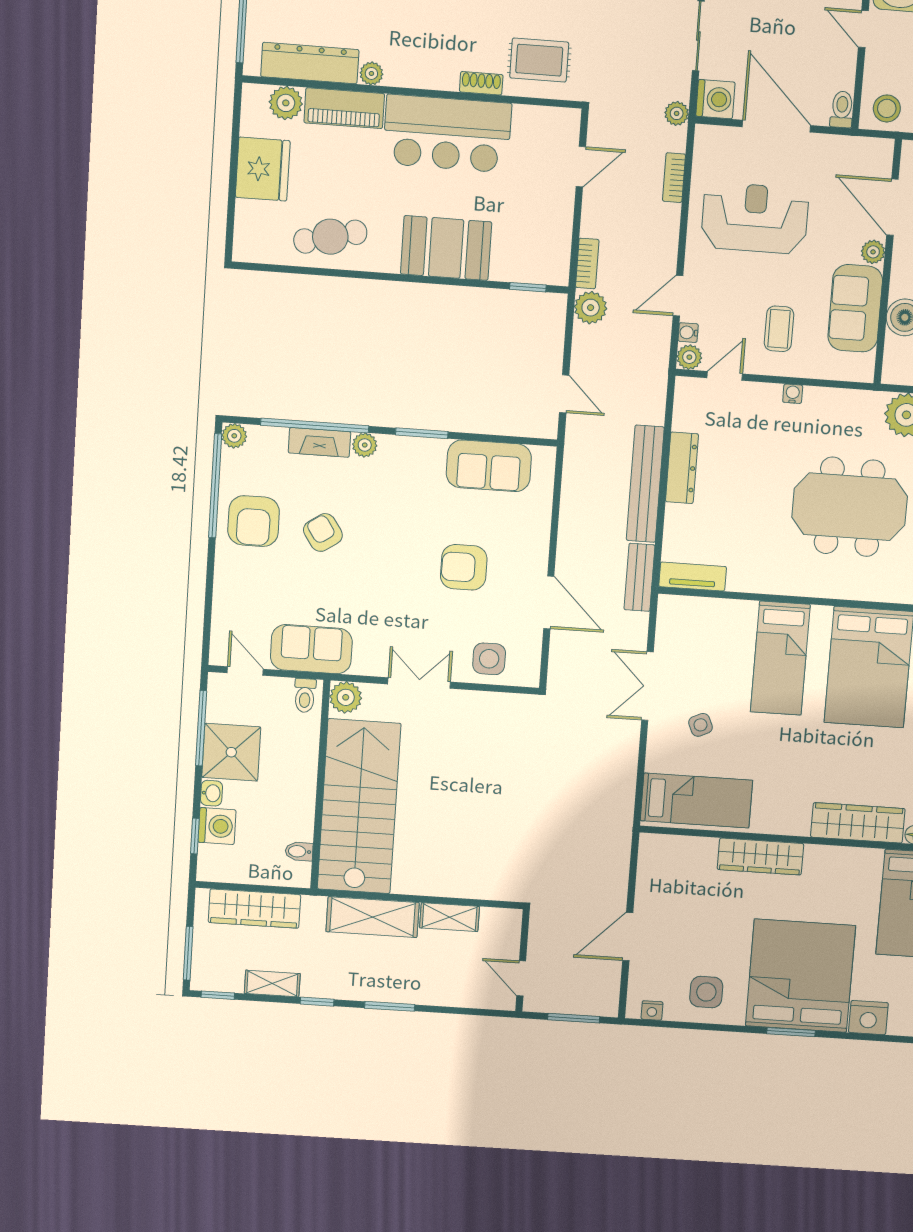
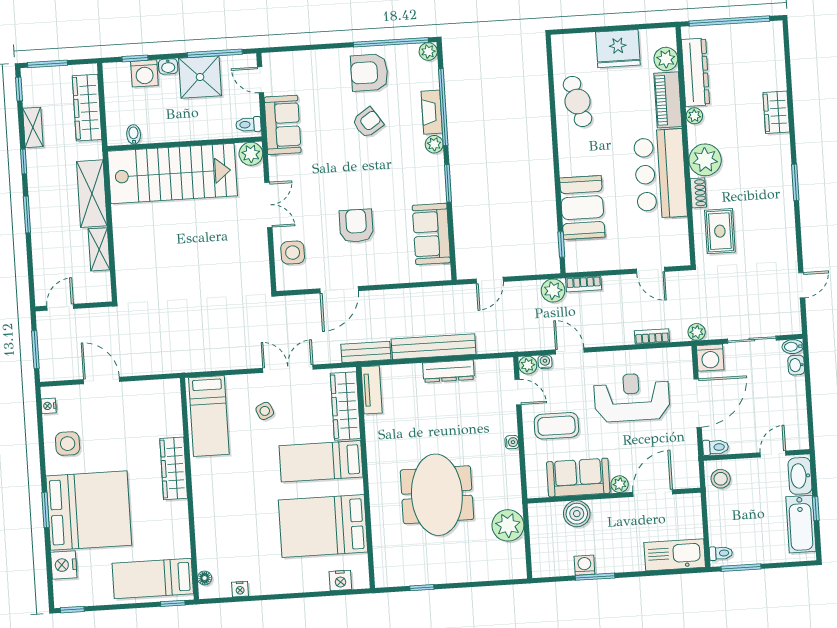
plant: (436, 67) -> (705, 160), added
reception desk: (755, 218) -> (632, 397), turned -90
booth: (446, 248) -> (582, 208), moved
coffee table: (779, 329) -> (556, 426), width x1.36, depth x1.30
door: (245, 671) -> (260, 80), swing flipped
wardrobe: (858, 823) -> (345, 406), moved, turned 180

